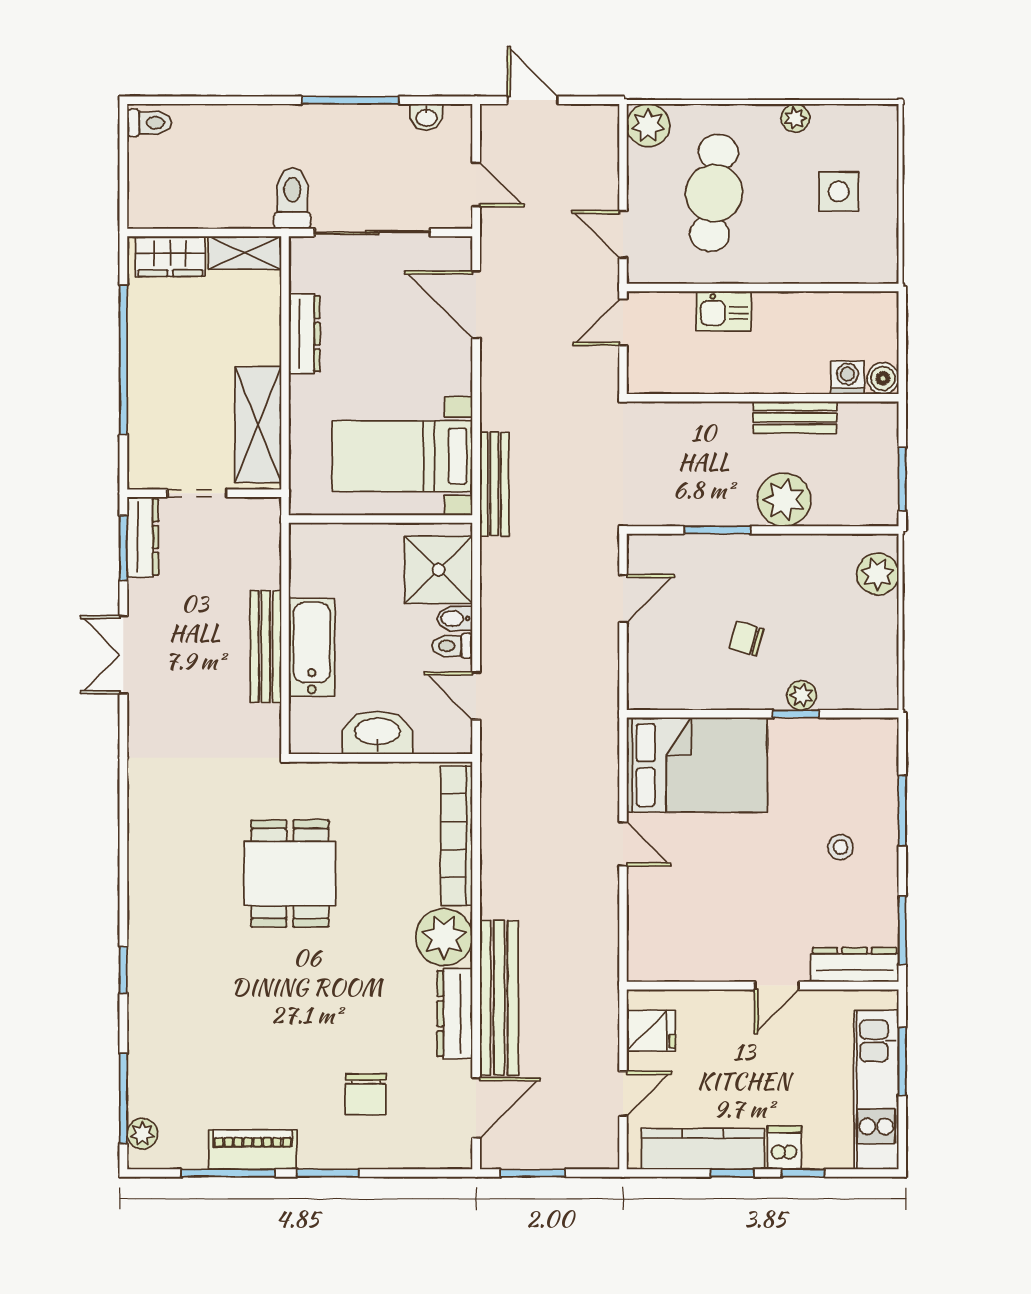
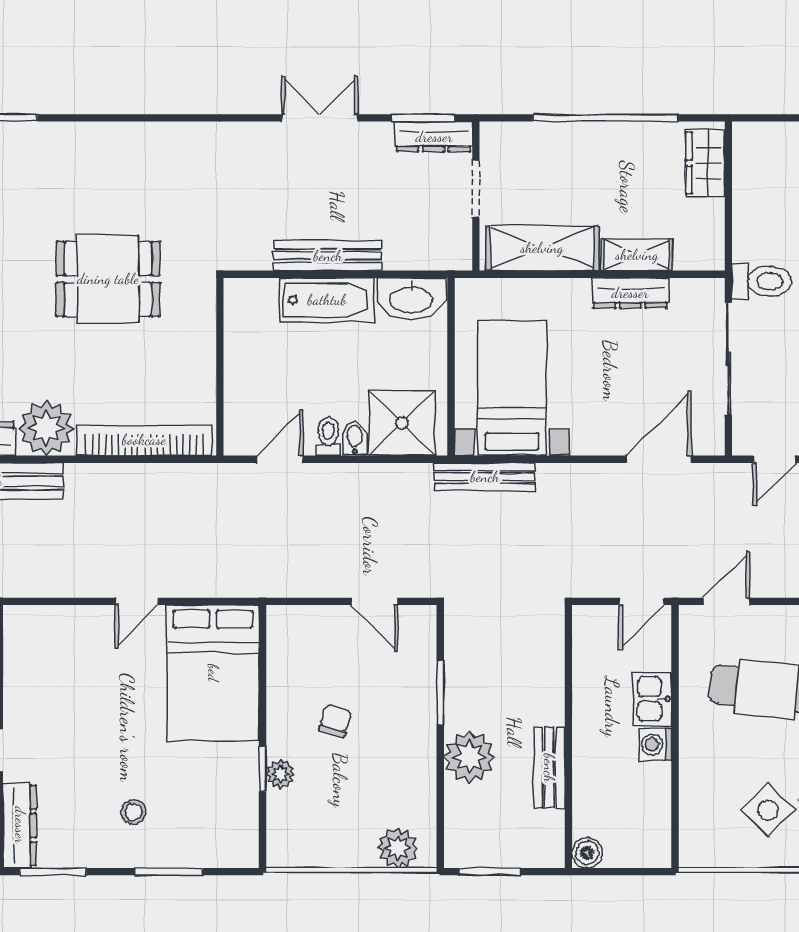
side table: (839, 191) -> (768, 810), turned 45
shelving: (245, 253) -> (637, 255), moved, turned 90
door: (623, 322) -> (641, 601), swing flipped
washing machine: (847, 377) -> (655, 744), moved, turned 180
washbasin: (377, 733) -> (411, 299), moved, turned 90

